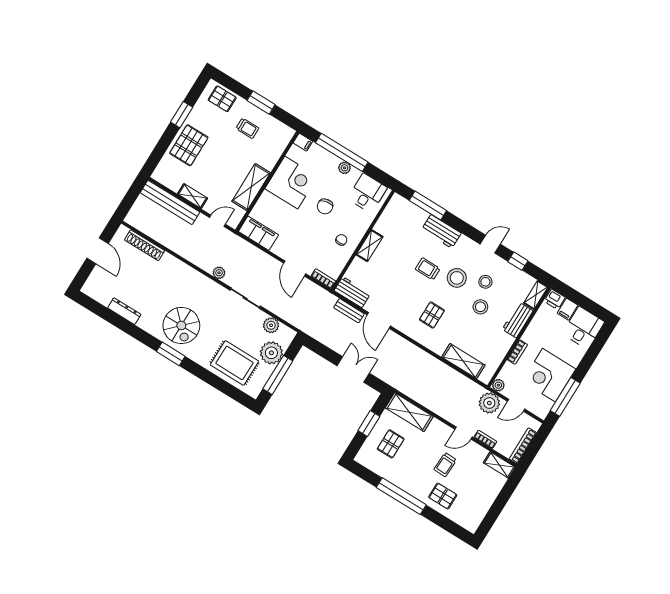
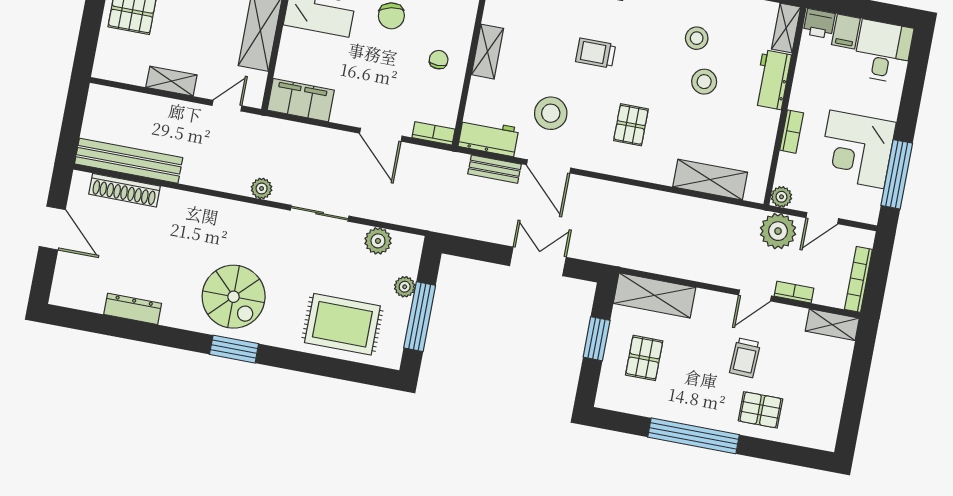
bench: (170, 202) -> (129, 161), moved
stool: (457, 278) -> (551, 113), moved
plant: (271, 353) -> (405, 287), width x0.53, depth x0.53

